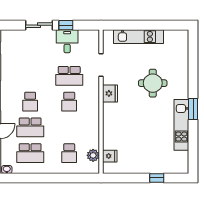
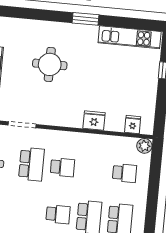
fridge: (110, 93) -> (94, 121), moved
kitchen unit: (181, 125) -> (130, 37), moved
plant: (93, 155) -> (144, 146), moved

